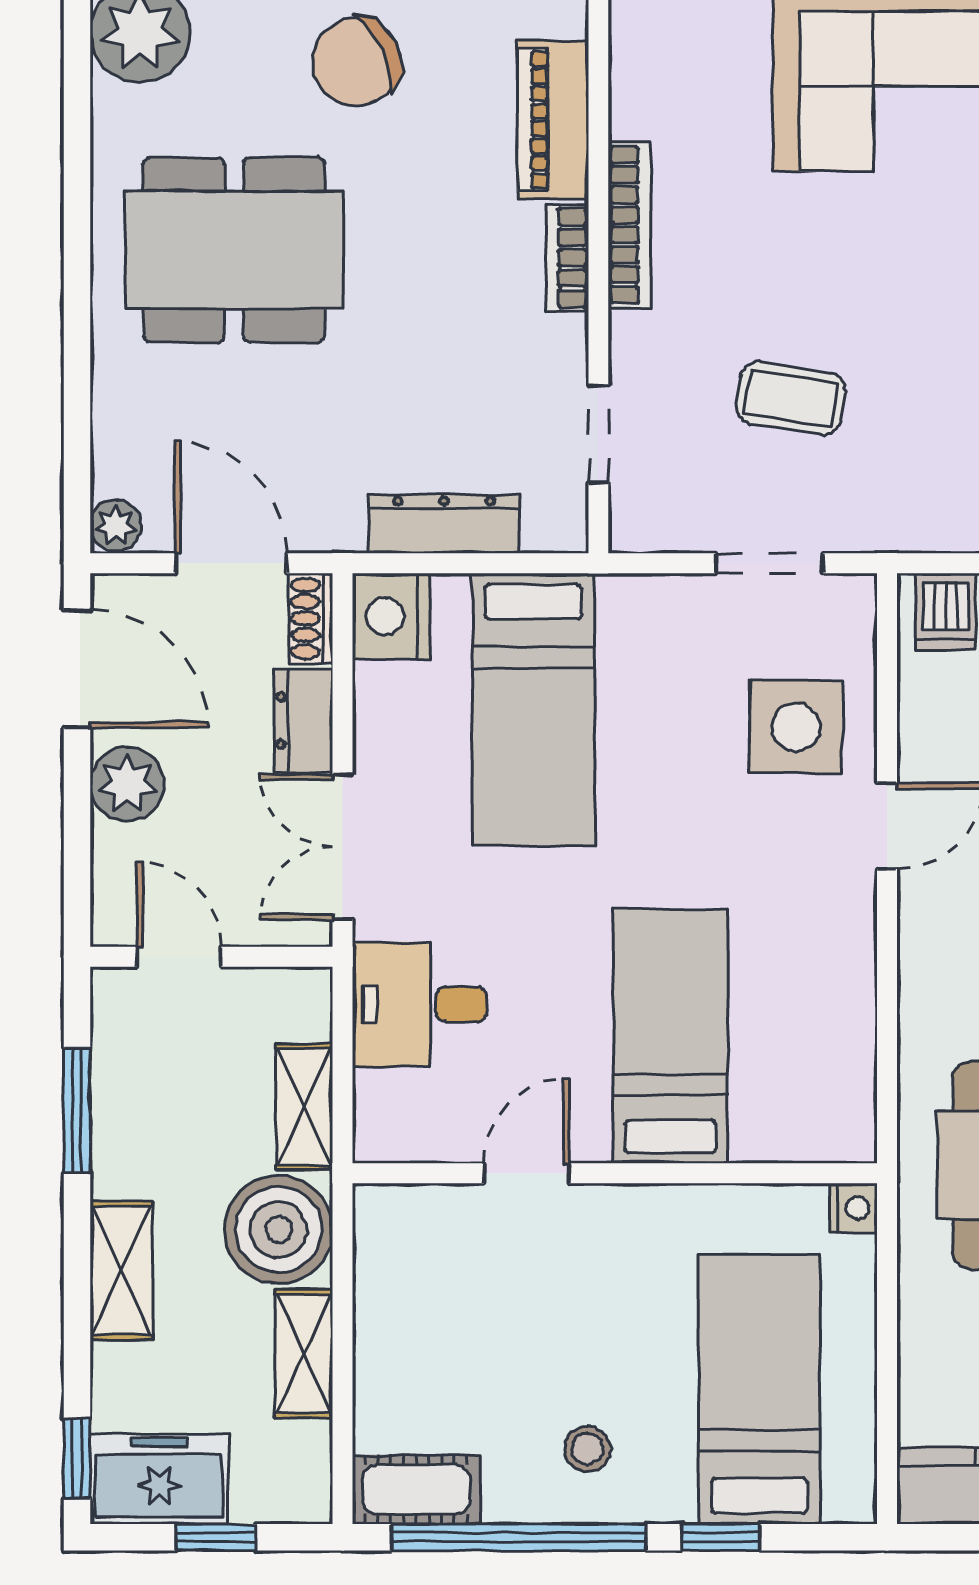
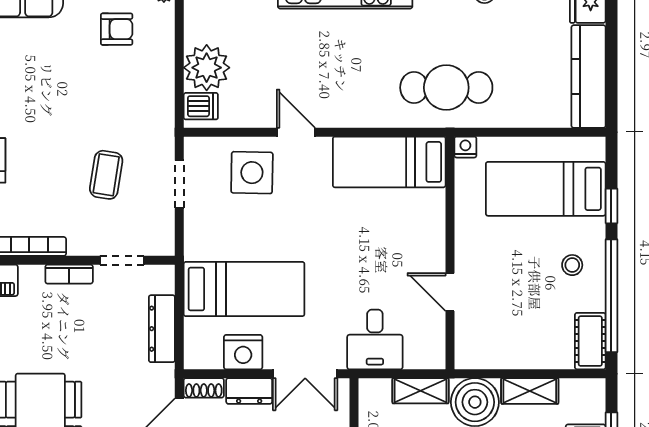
bookcase: (567, 258) -> (69, 274), moved
nightstand: (391, 616) -> (243, 352), moved
bed: (670, 1036) -> (389, 162), moved

